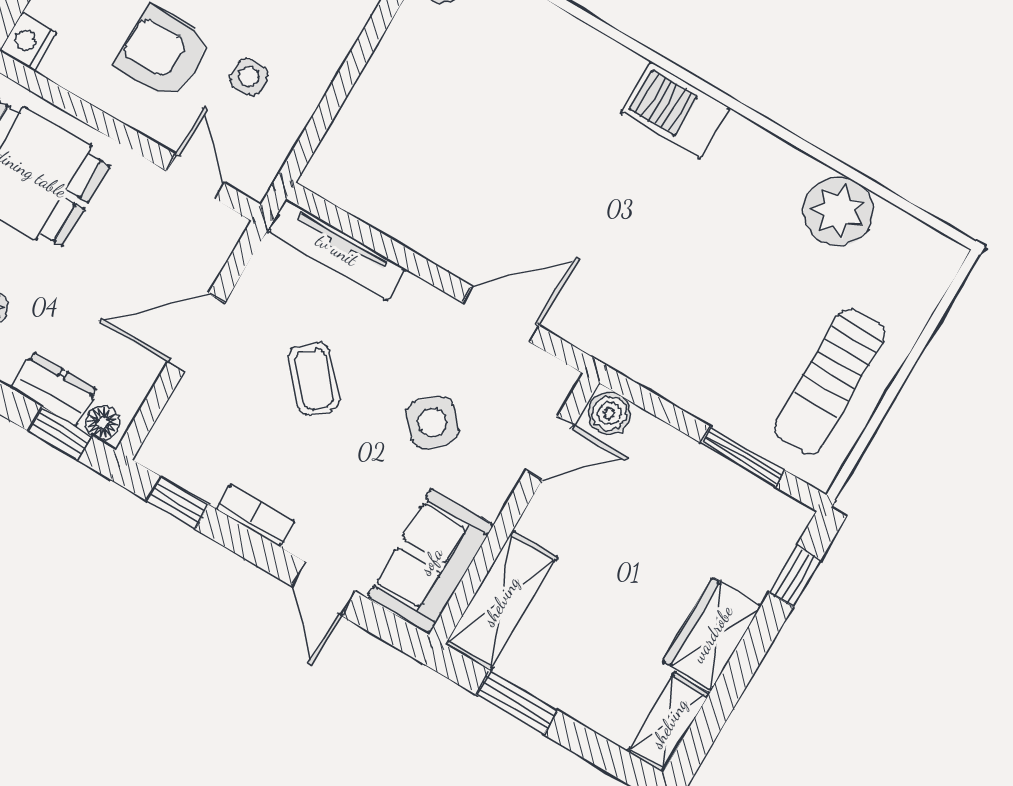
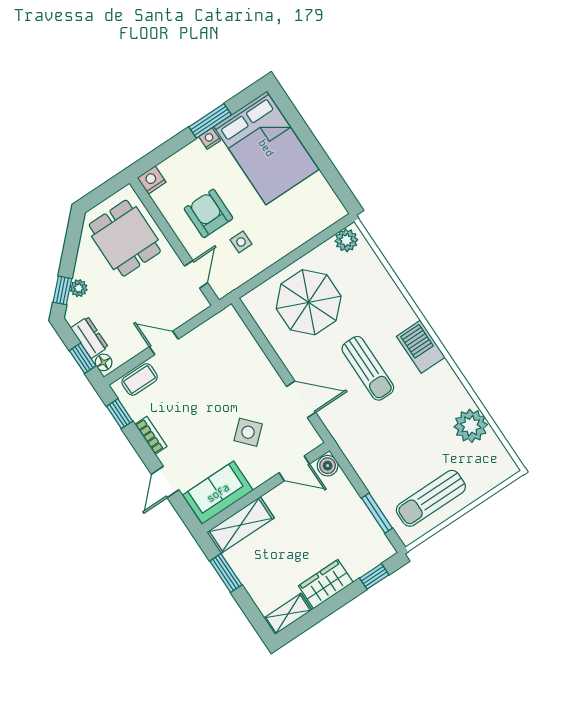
parasol: (428, 128) -> (309, 302), added
sun lounger: (597, 197) -> (368, 368), added
tv unit: (337, 250) -> (243, 336), removed
door: (196, 333) -> (164, 343), width x0.73
coffee table: (314, 379) -> (140, 379), moved, turned 42

